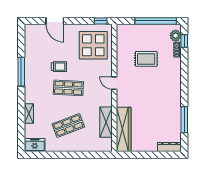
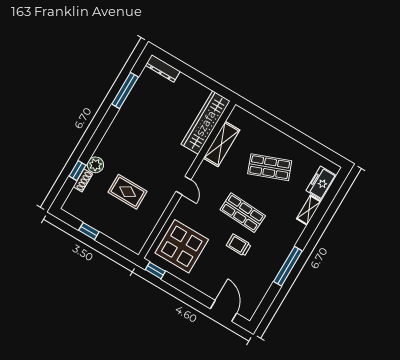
door: (55, 21) -> (224, 311), moved
window: (156, 21) -> (89, 231), width x0.32
plant: (176, 36) -> (95, 165), moved
window: (184, 41) -> (78, 171), moved
freezer: (35, 145) -> (321, 183), moved, turned 90

